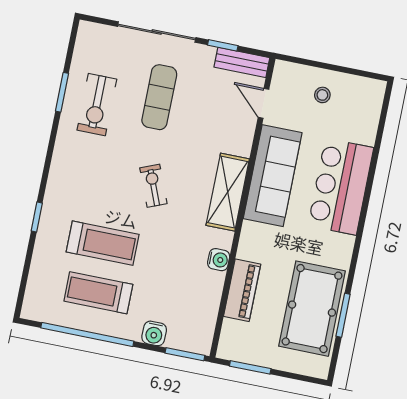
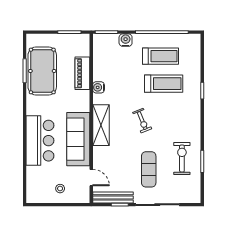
bench: (242, 62) -> (113, 197), width x1.36
treadmill: (103, 243) -> (164, 84), turned 180

